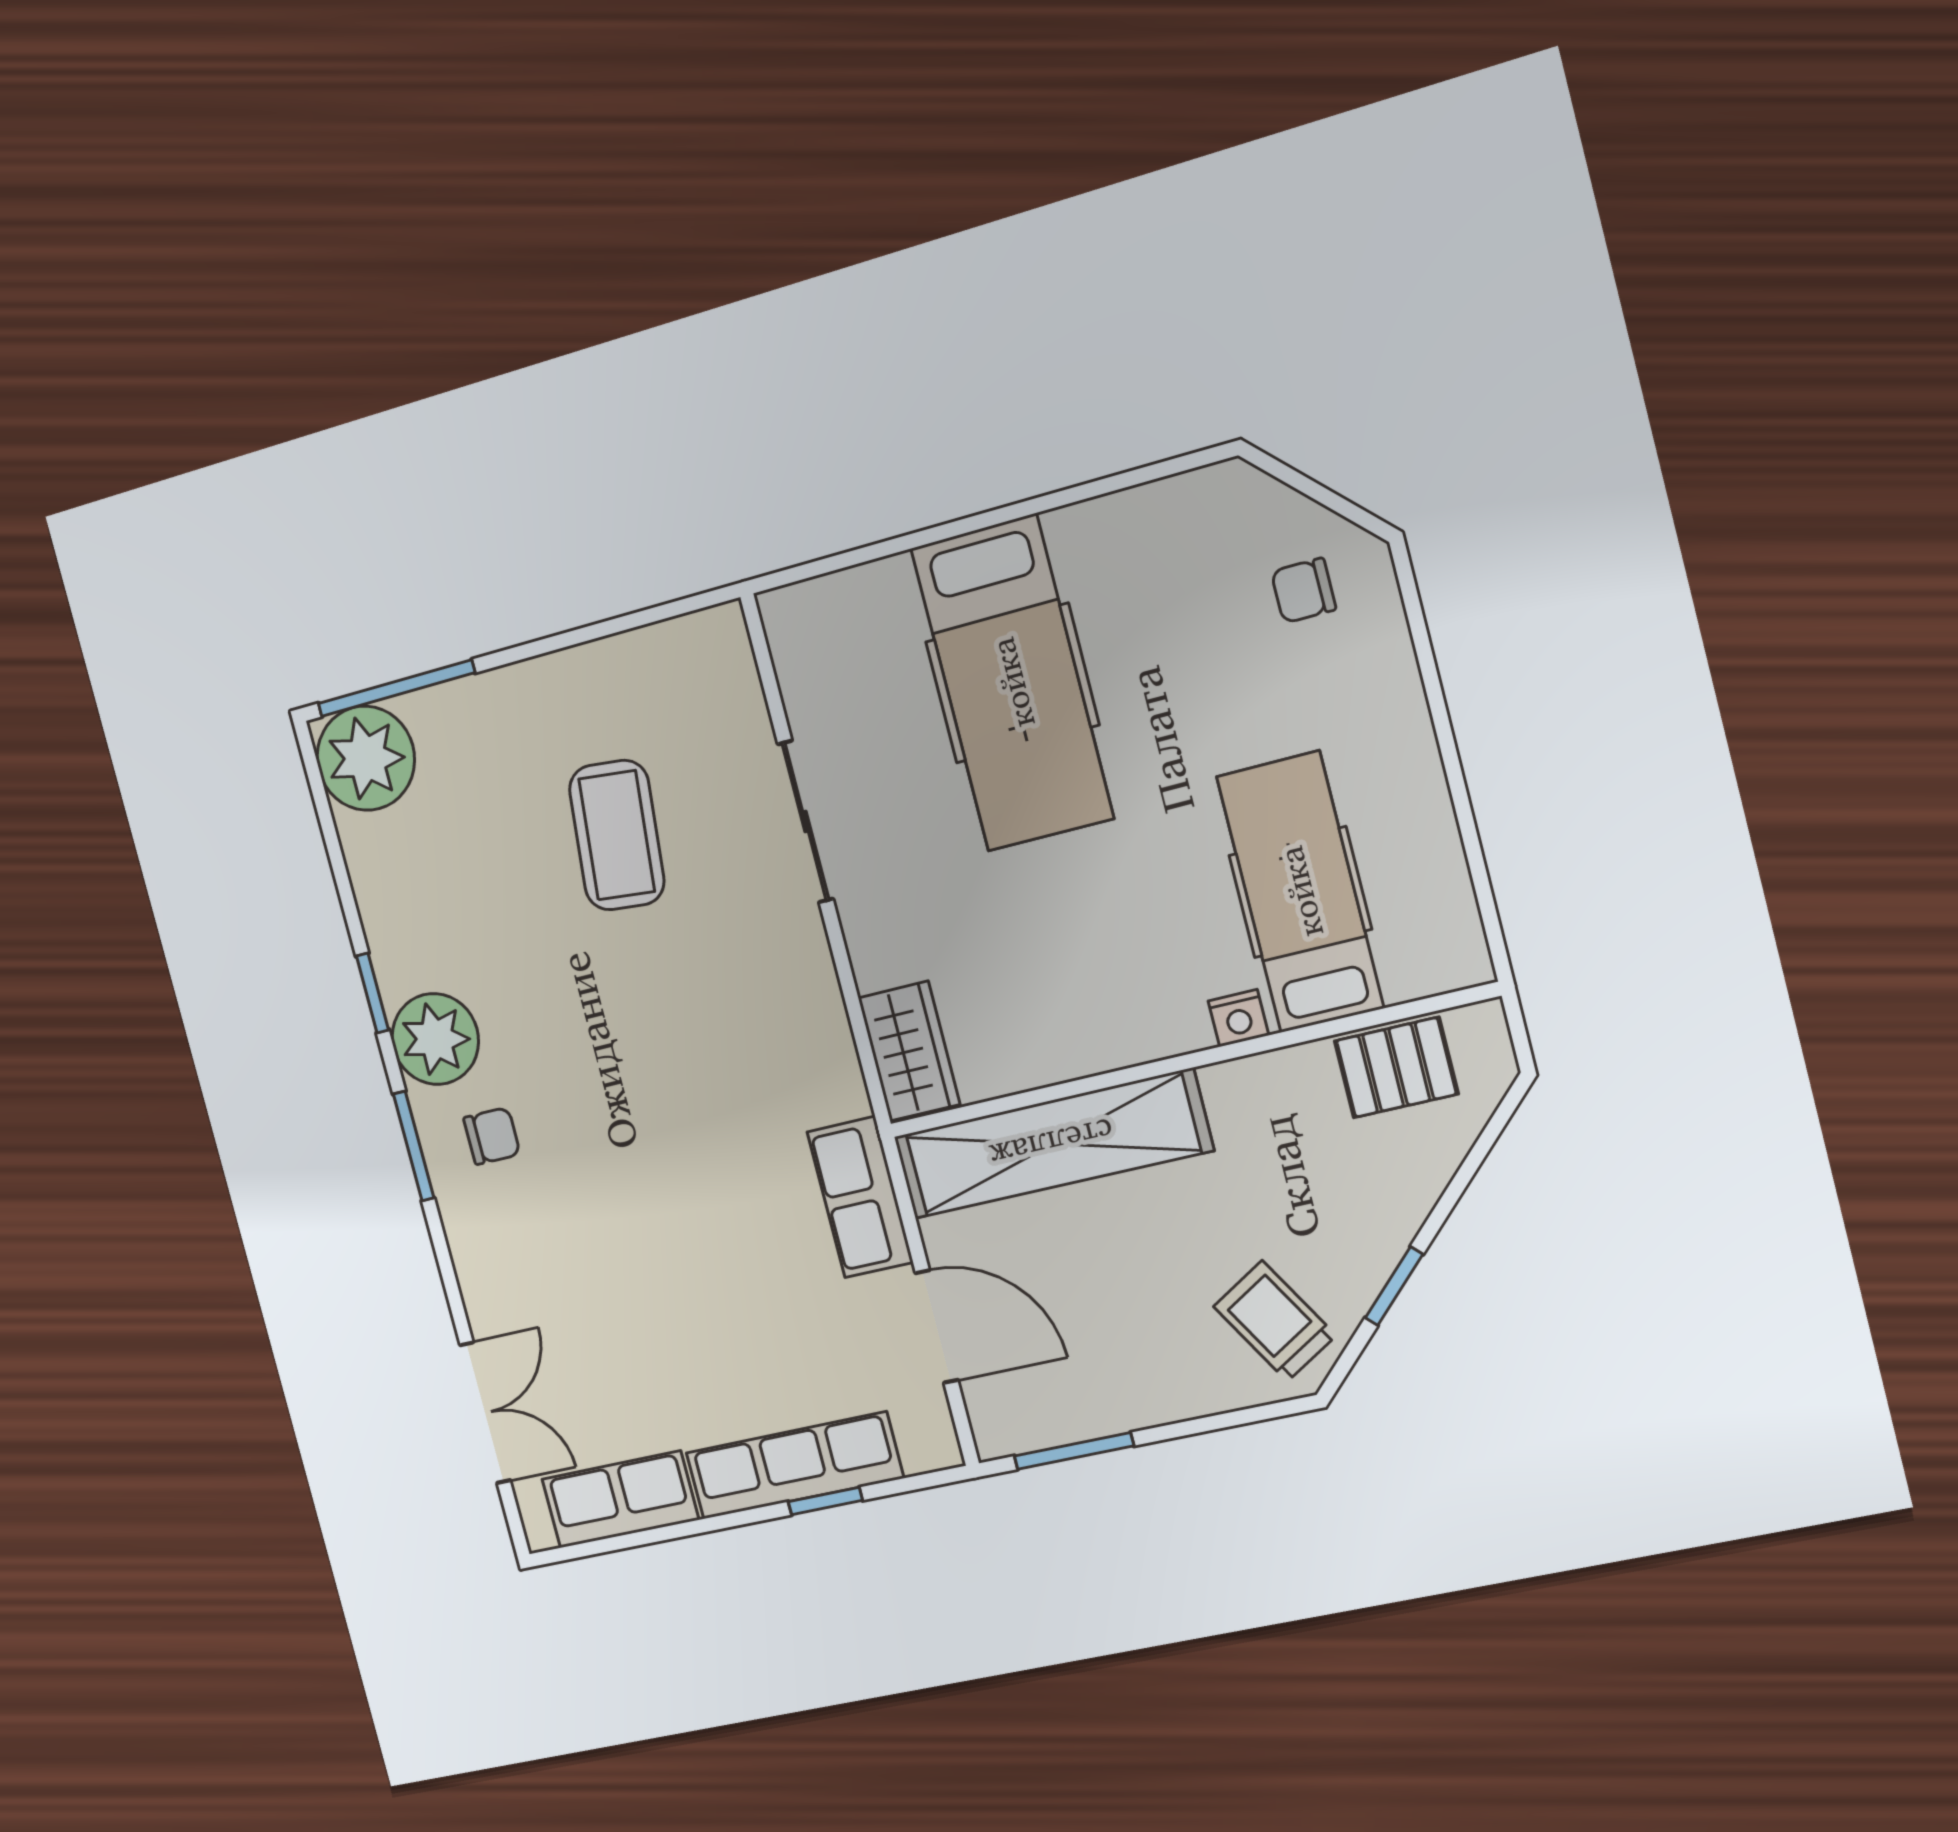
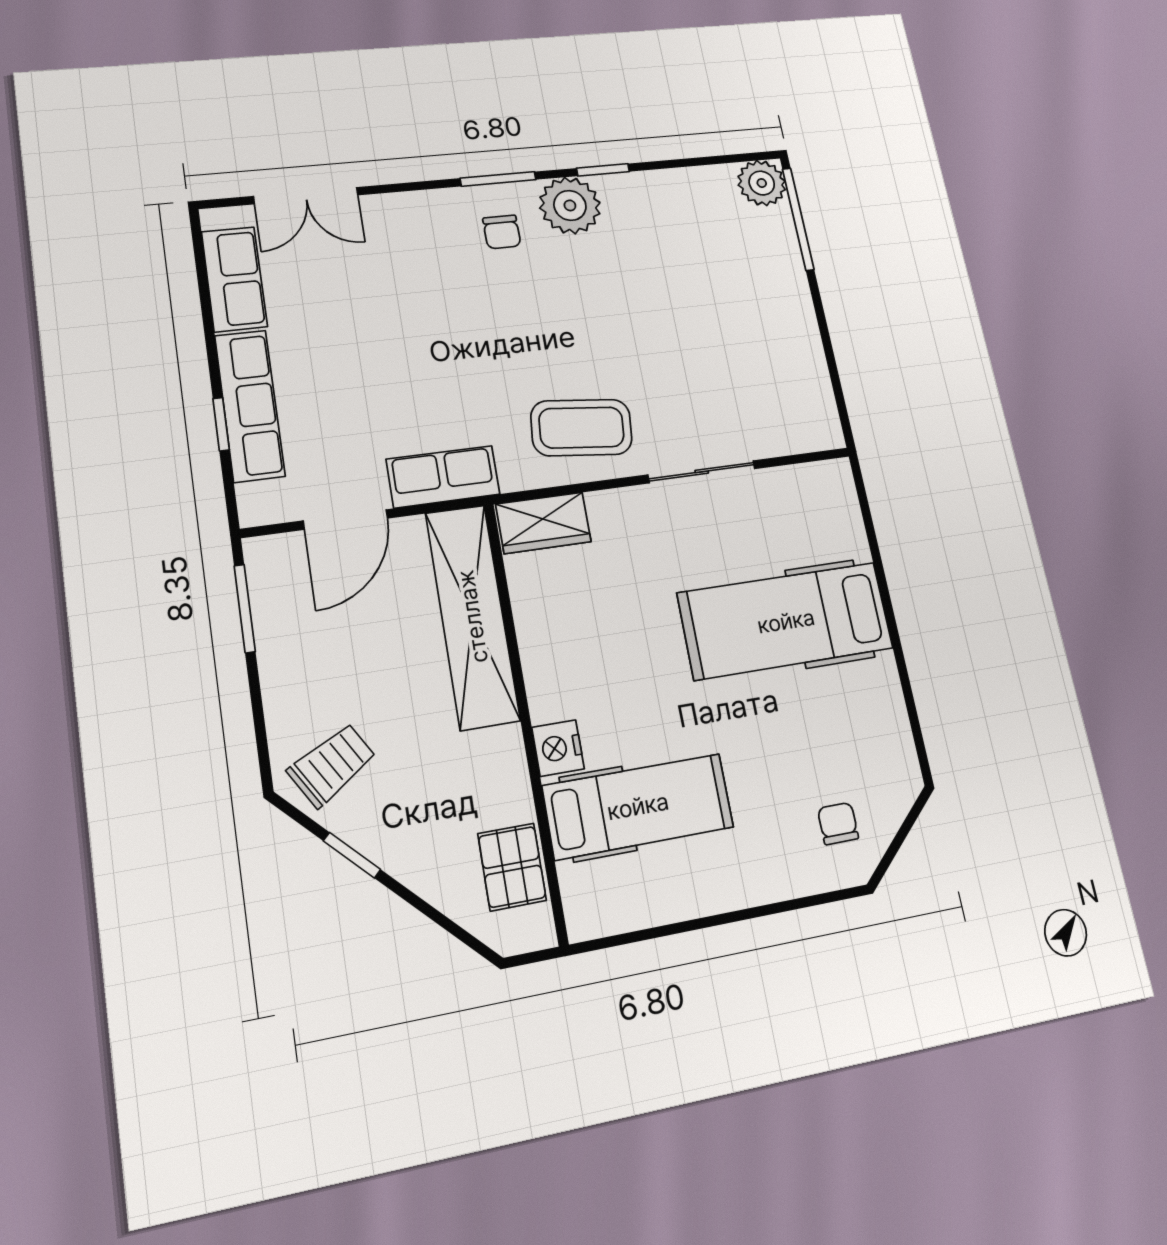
plant: (366, 758) -> (762, 183), width x0.73, depth x0.73
coffee table: (617, 835) -> (581, 428), moved
nightstand: (1238, 1018) -> (558, 748), width x1.39, depth x1.35

